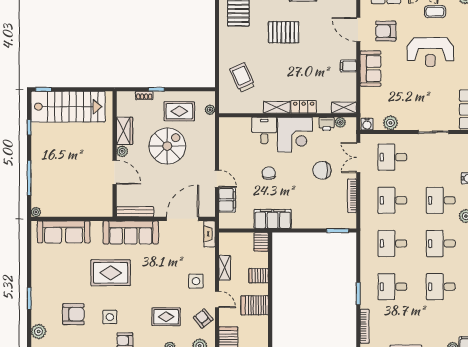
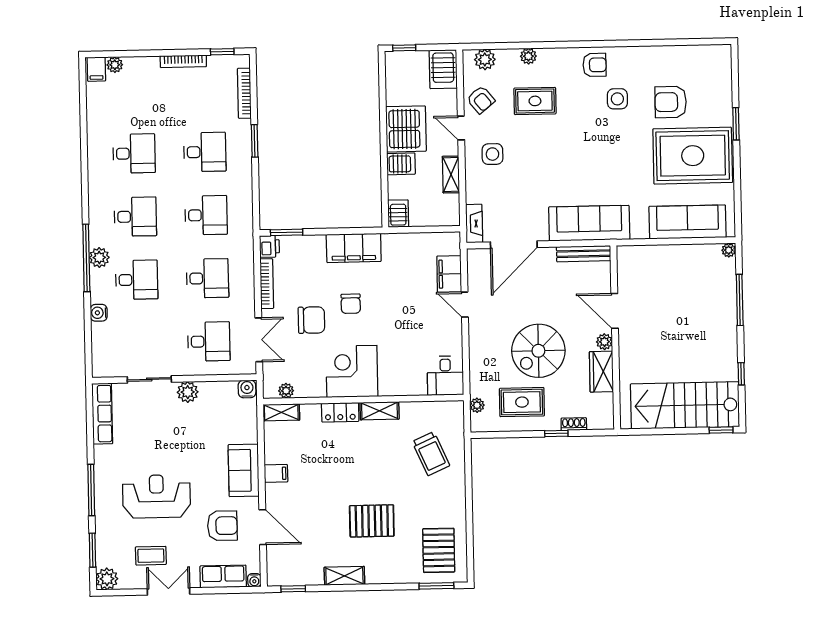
plant: (390, 123) -> (188, 392), moved
printer: (327, 124) -> (269, 246), moved, turned 90
desk: (264, 130) -> (445, 376), moved
chair: (269, 173) -> (351, 304), moved
filing cabinet: (273, 219) -> (354, 248), moved
rug: (111, 273) -> (693, 156), moved, width x1.37, depth x1.44
server rack: (255, 305) -> (406, 129), width x1.60
plant: (39, 332) -> (721, 76), removed

